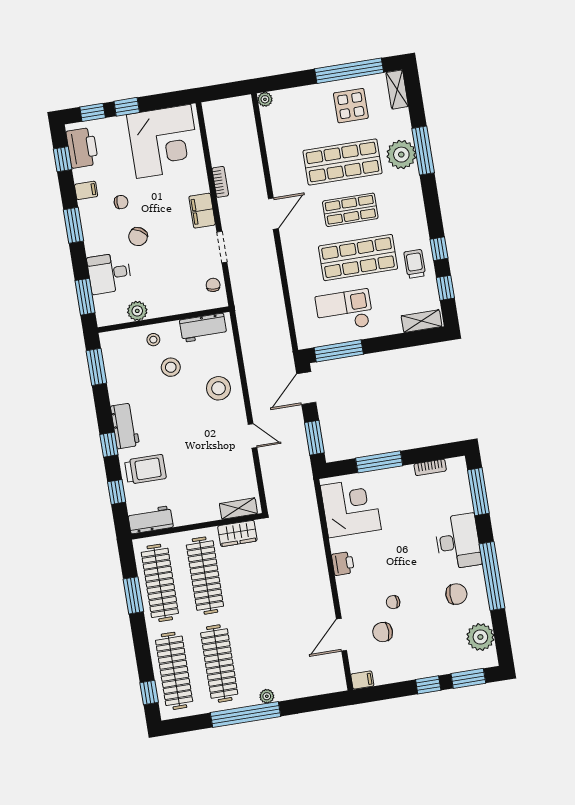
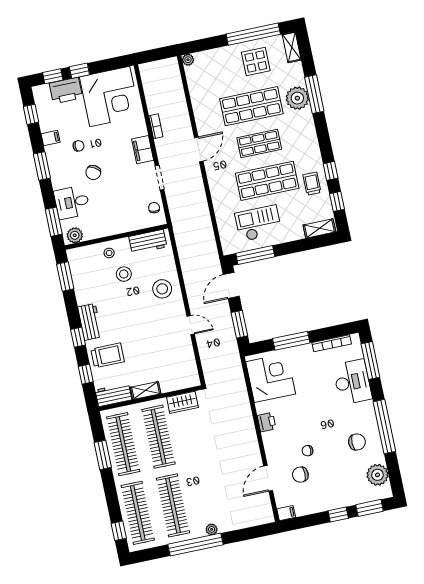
printer: (82, 148) -> (66, 91), moved, turned 90
plant: (137, 311) -> (75, 235), moved
bookcase: (430, 467) -> (332, 343), width x1.56
shelving: (238, 509) -> (146, 390), moved
desk: (458, 542) -> (352, 382), moved

